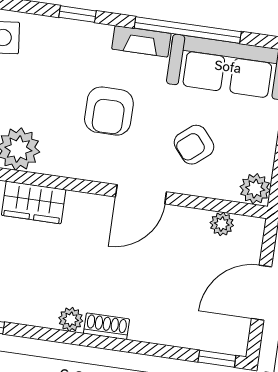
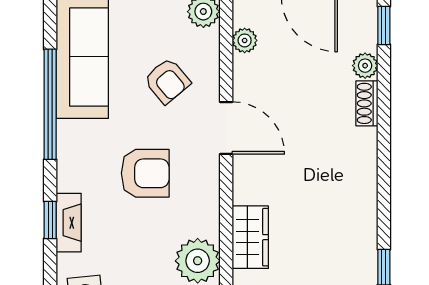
fireplace: (141, 41) -> (69, 223), moved
plant: (71, 319) -> (365, 66), moved
shoe rack: (107, 326) -> (367, 103), moved

